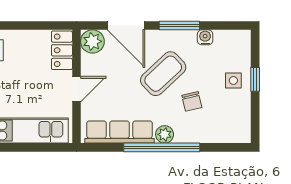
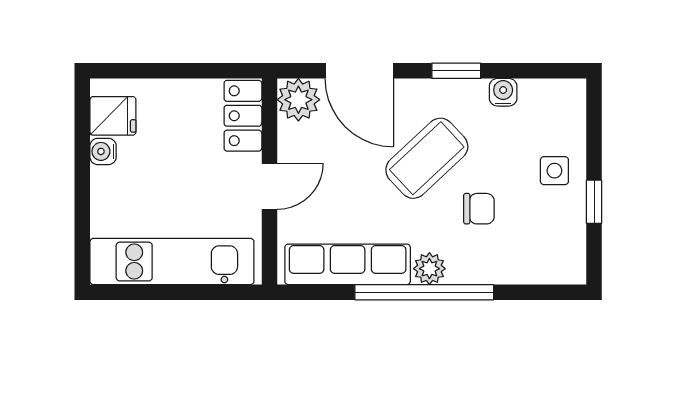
window: (179, 26) -> (456, 71), width x0.67
window: (255, 79) -> (594, 202), moved
chair: (192, 101) -> (479, 209), turned -77

